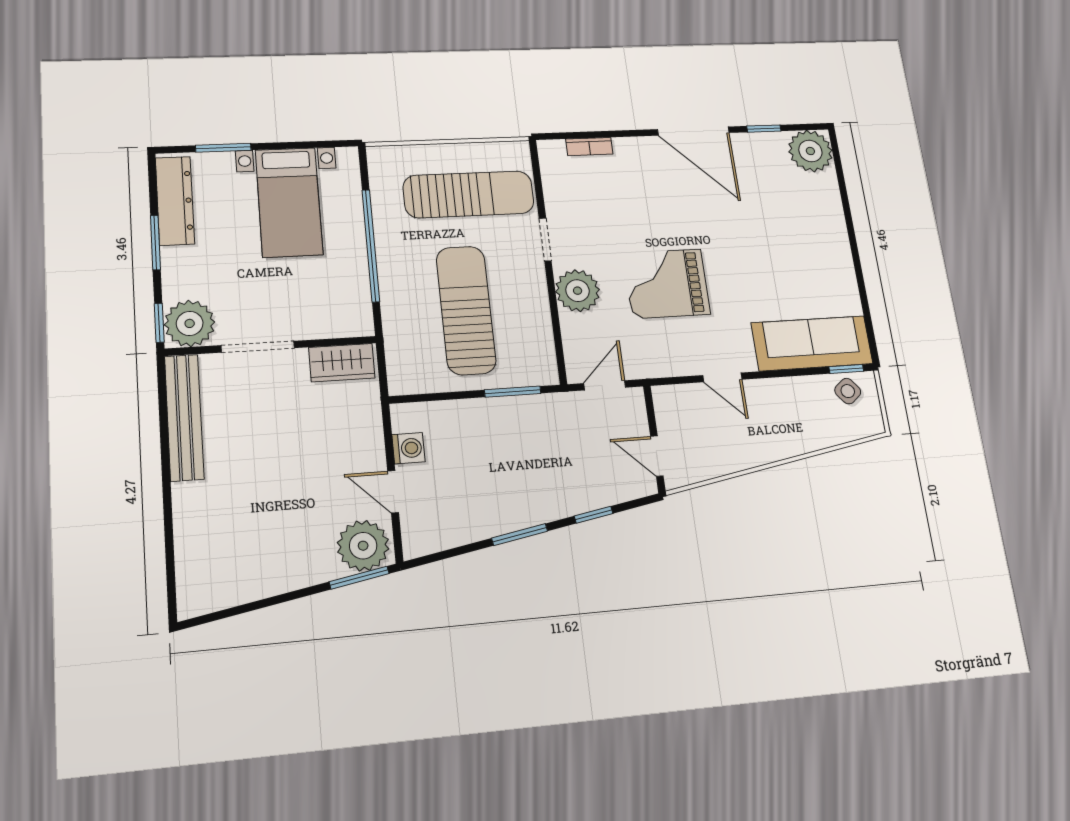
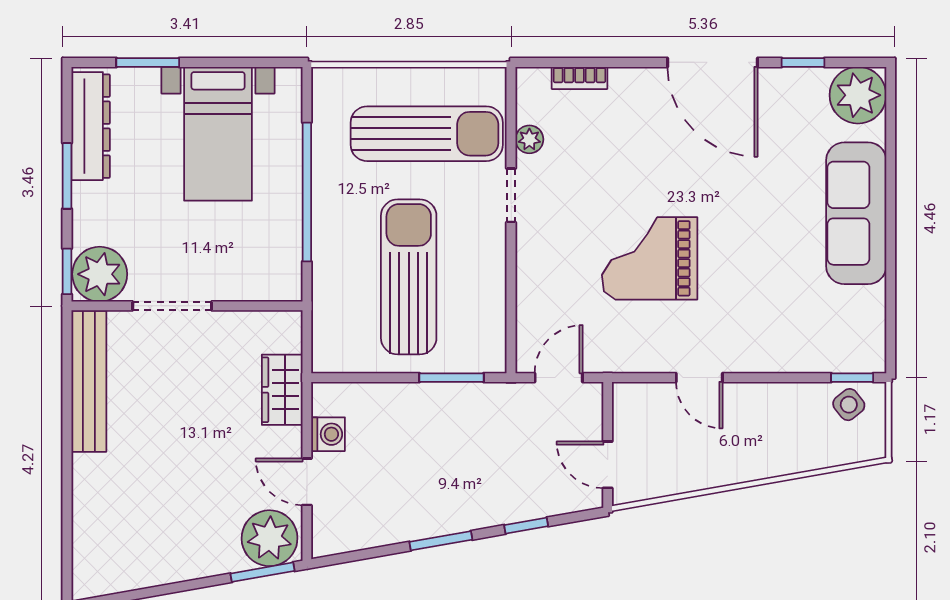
plant: (578, 291) -> (529, 139), moved, width x0.53, depth x0.53
sofa: (812, 343) -> (856, 213), moved, turned -90
wardrobe: (342, 363) -> (282, 390), moved, turned 90

